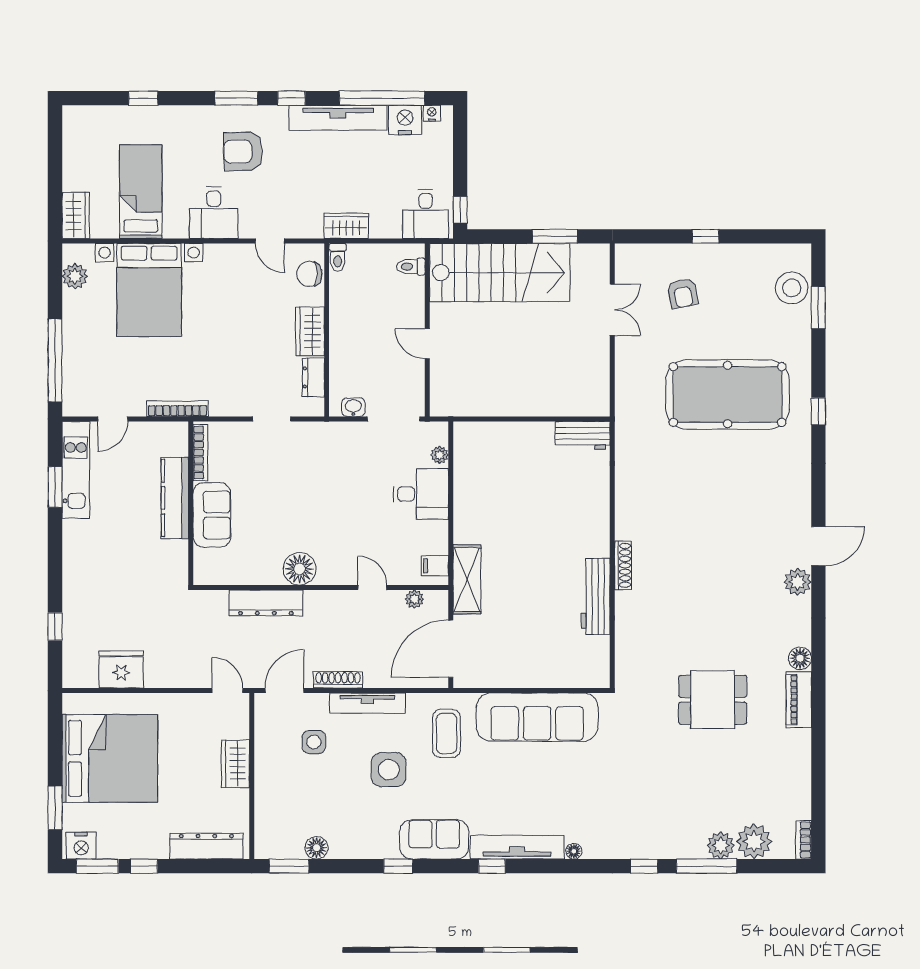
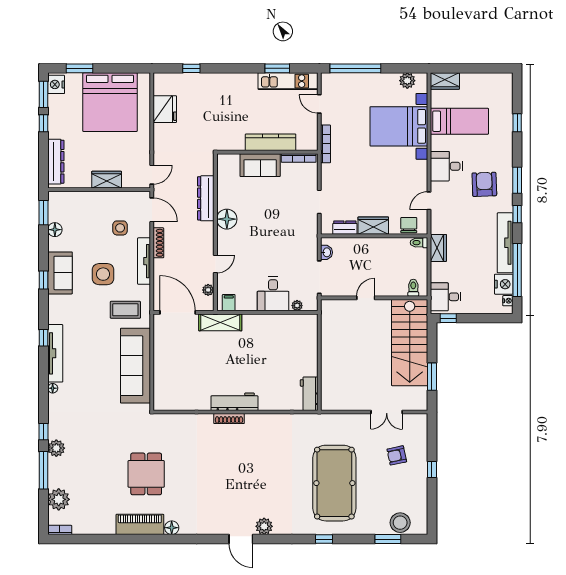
plant: (798, 582) -> (264, 526), moved
workbench: (596, 596) -> (234, 402), moved
piano: (799, 700) -> (140, 524), width x1.37, depth x1.33
sofa: (434, 839) -> (60, 273), moved
plant: (721, 845) -> (56, 448), moved

